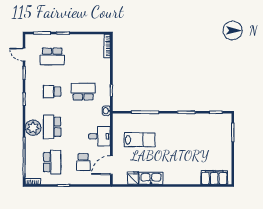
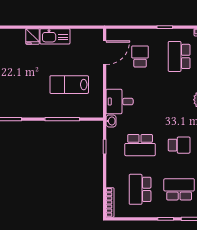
school desk: (52, 127) -> (140, 189), moved, turned 180
desk: (99, 136) -> (120, 102), moved
fridge: (133, 178) -> (32, 36), moved

